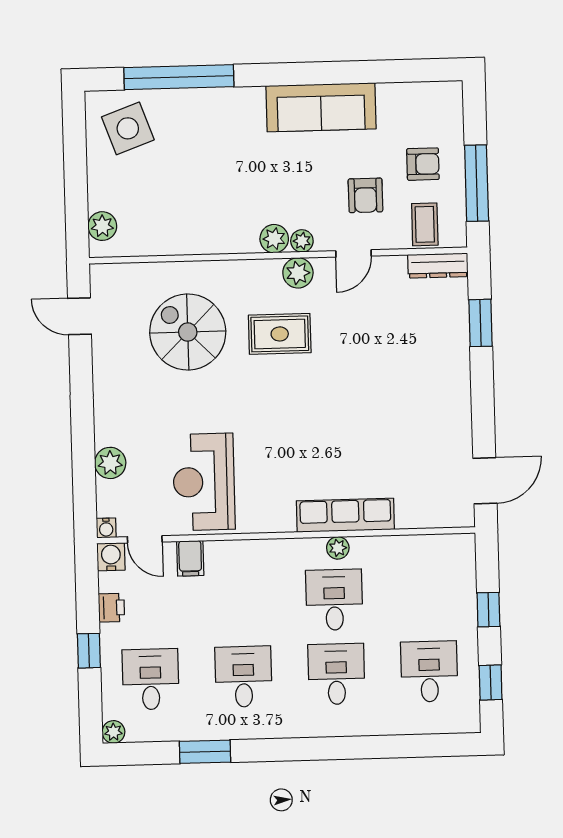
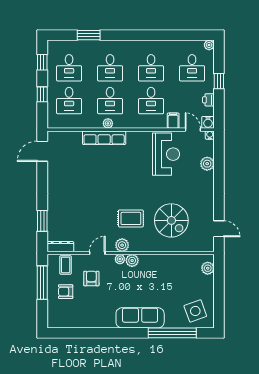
sofa: (321, 107) -> (140, 318), moved
desk: (427, 597) -> (69, 101), added
desk: (241, 602) -> (151, 101), added
window: (205, 752) -> (89, 35), moved

